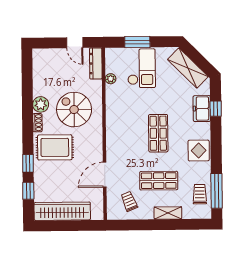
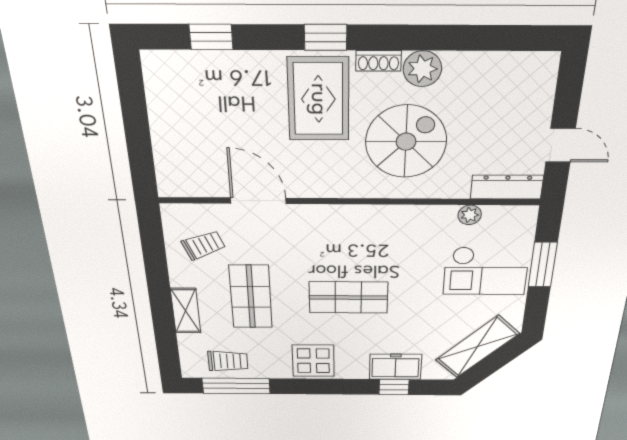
door: (75, 43) -> (560, 145), swing flipped
window: (28, 163) -> (326, 37), moved
wardrobe: (62, 211) -> (169, 113), removed

